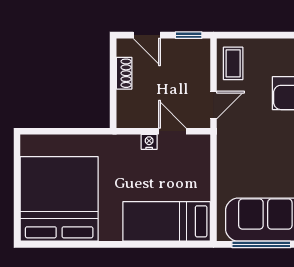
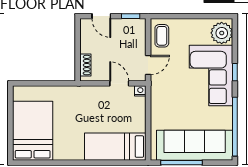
shoe rack: (124, 73) -> (85, 65), moved
nightstand: (149, 142) -> (140, 91), moved
bed: (59, 199) -> (33, 131), width x0.73

